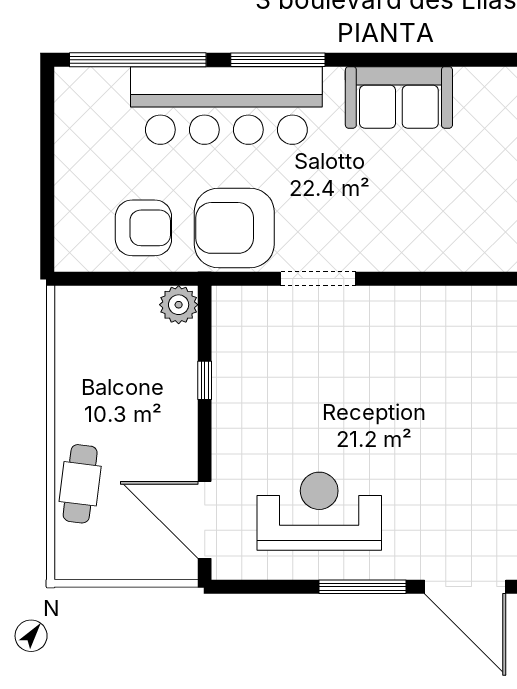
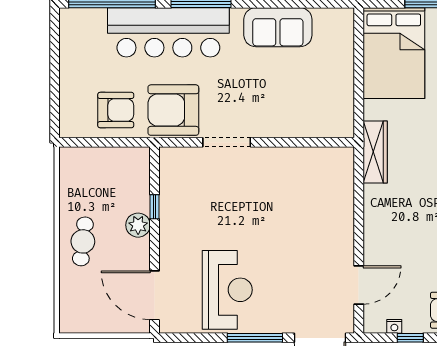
plant: (179, 305) -> (138, 225), moved
cafe table: (80, 484) -> (83, 241), moved
reception desk: (319, 511) -> (227, 290), turned 90

